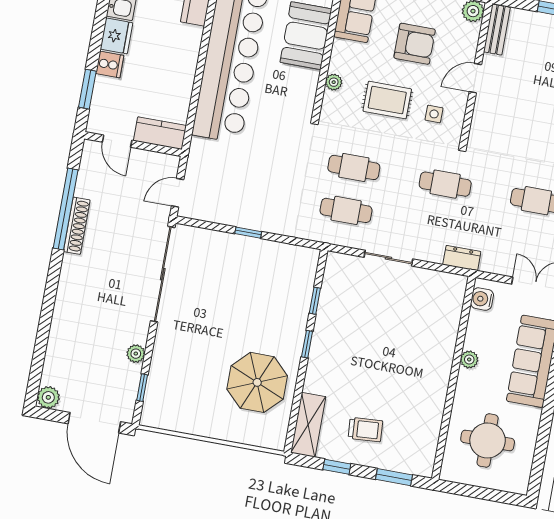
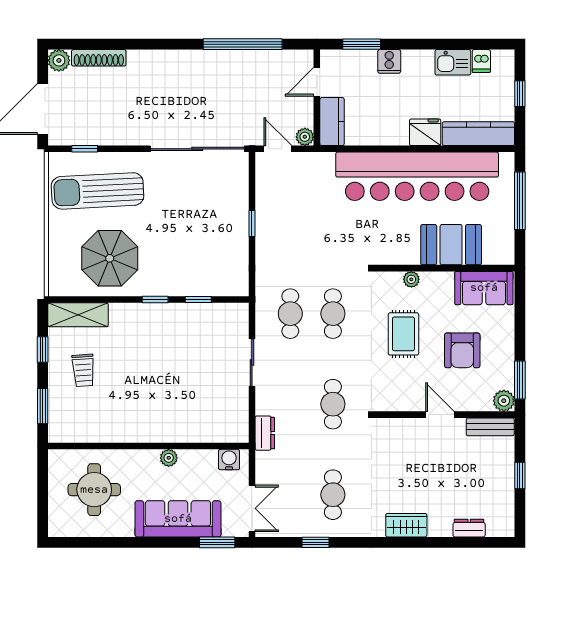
fridge: (116, 36) -> (425, 132), moved, turned 180
side table: (434, 114) -> (398, 381), removed
shoe rack: (77, 226) -> (99, 58), moved
plant: (136, 354) -> (305, 137), moved
sun lounger: (187, 382) -> (98, 191), added

